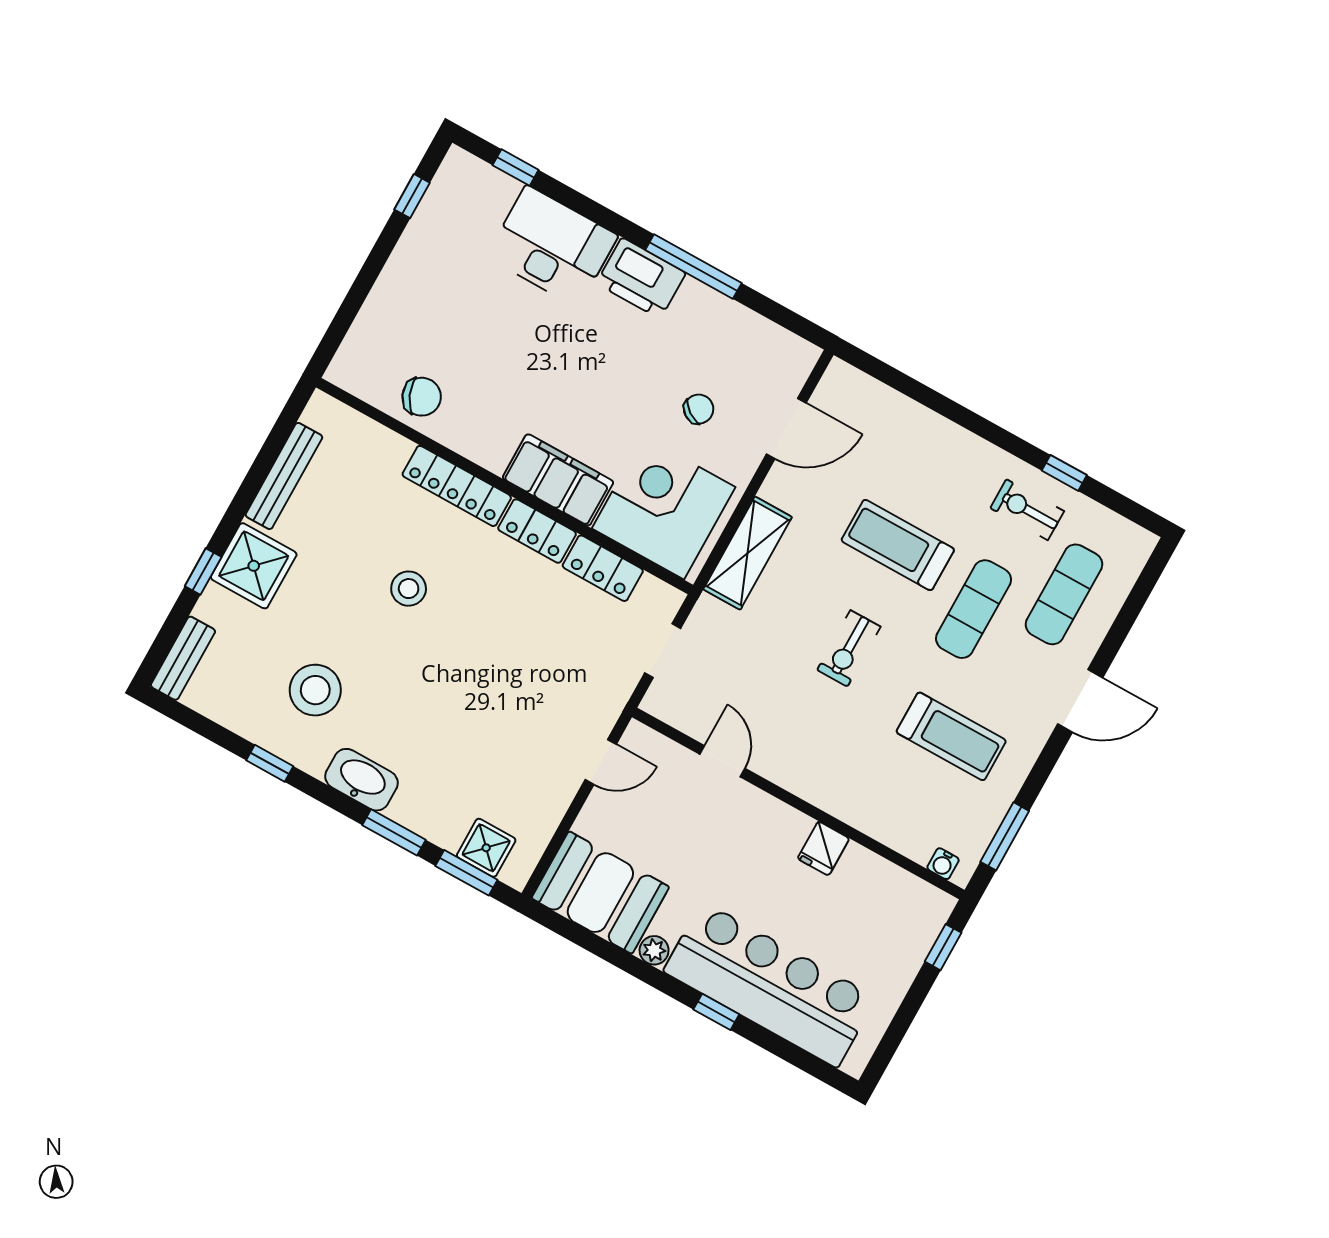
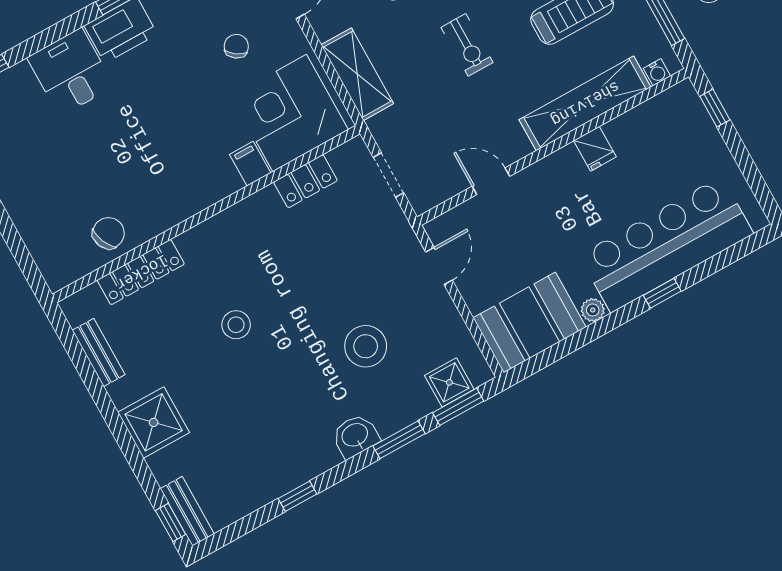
desk: (552, 246) -> (71, 72), width x0.73
bench: (284, 476) -> (99, 352), width x0.73
filing cabinet: (558, 480) -> (250, 164), width x0.33, depth x0.86
locker: (457, 486) -> (141, 272), moved
locker: (537, 531) -> (251, 211), removed
window: (203, 572) -> (171, 523), moved
stool: (315, 690) -> (366, 346), moved
washbasin: (361, 780) -> (355, 436), width x0.72
shelving: (864, 809) -> (585, 103), added

